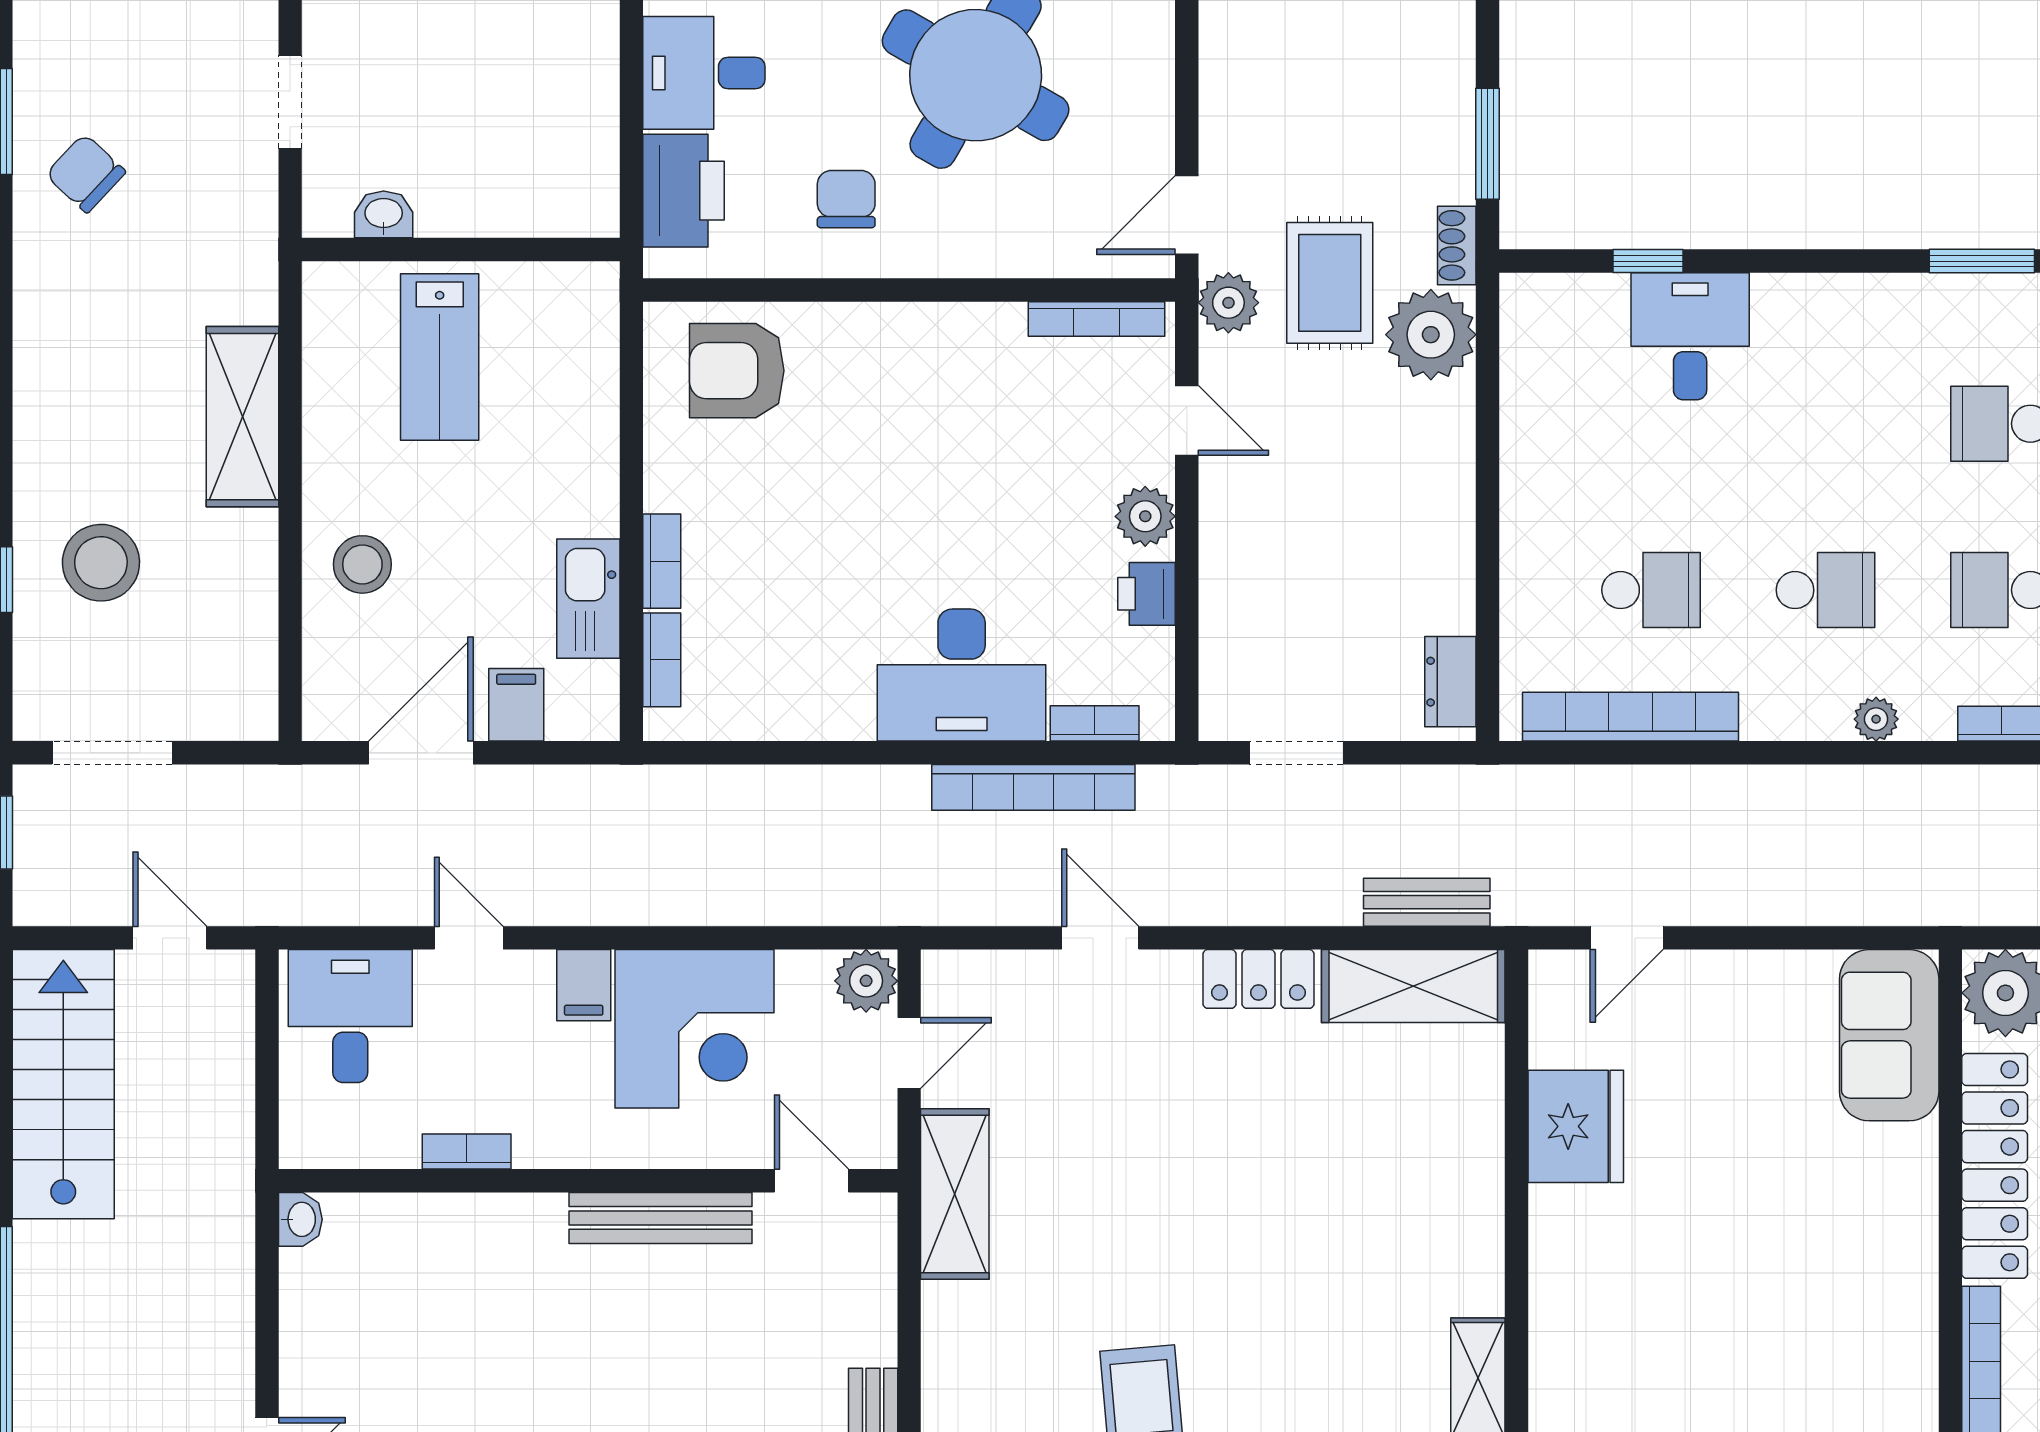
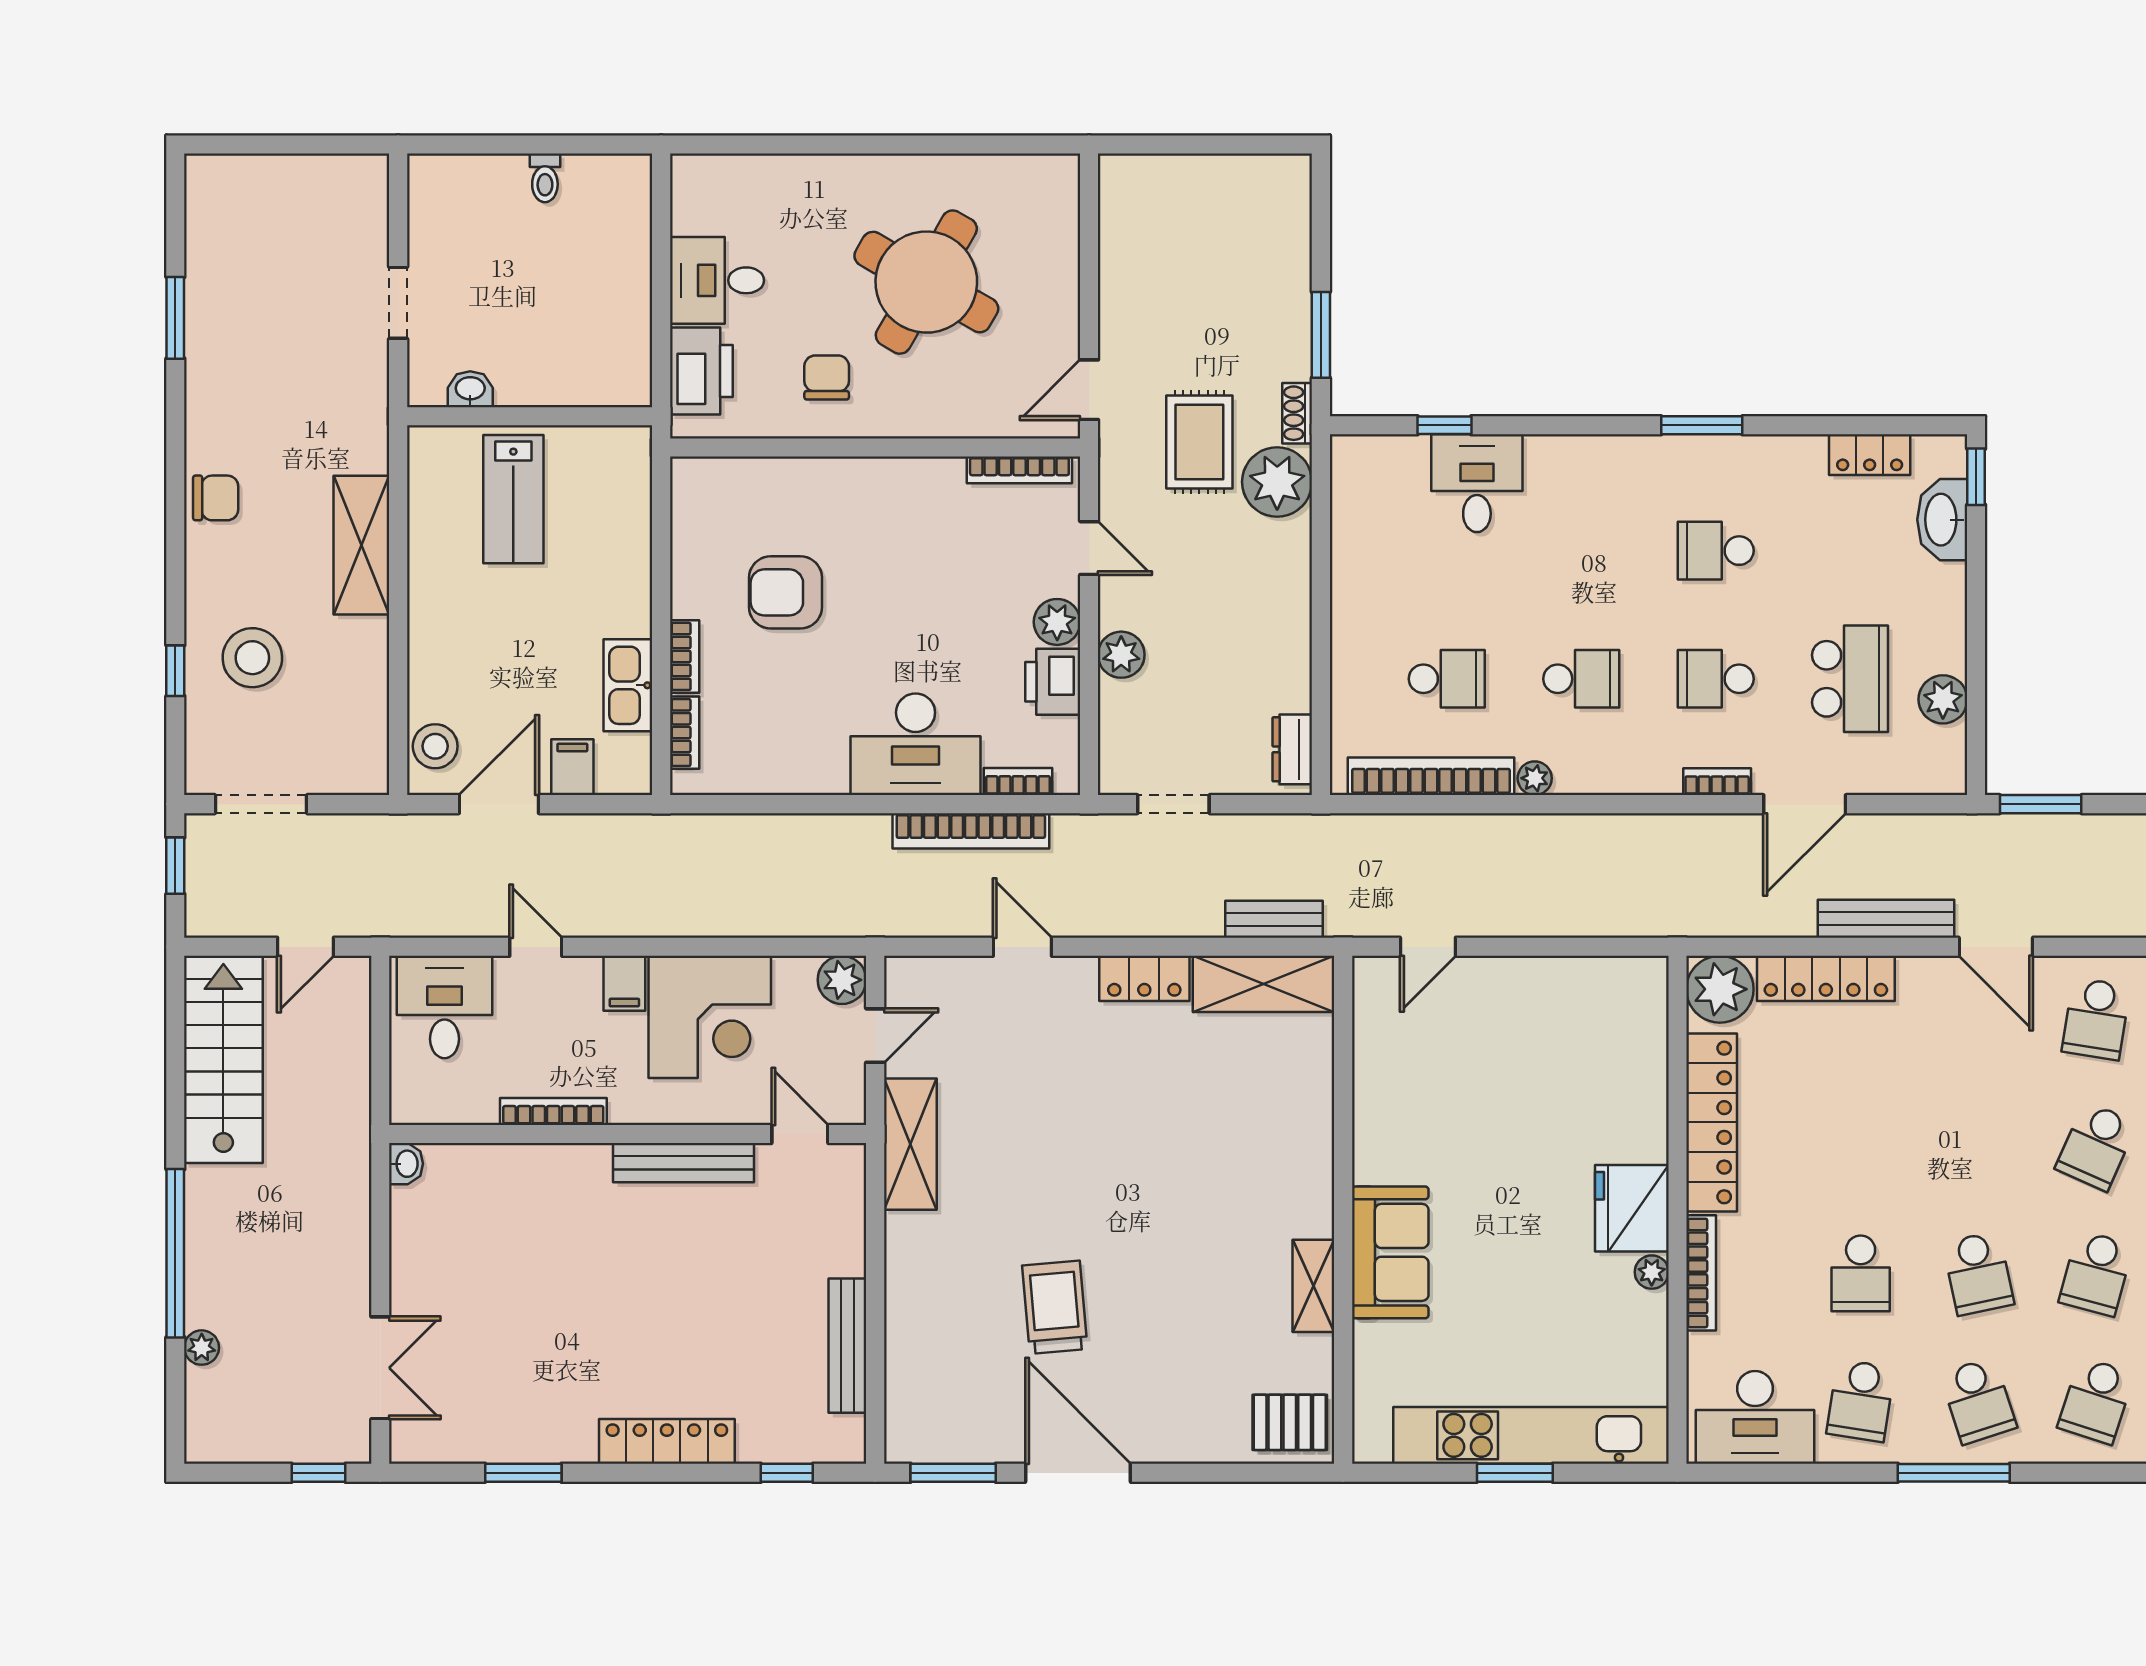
chair: (86, 173) -> (216, 498), moved, turned 137
plant: (1228, 303) -> (1121, 655), moved
armchair: (737, 371) -> (786, 592), moved
stool: (362, 564) -> (435, 746), moved
printer: (1147, 594) -> (1053, 682), width x1.36, depth x1.24
plant: (1876, 719) -> (1535, 778), moved
door: (170, 938) -> (305, 947), swing flipped
sofa: (1889, 1035) -> (1390, 1252), moved, turned 180
fridge: (1576, 1126) -> (1632, 1208), moved, turned 180
bookcase: (467, 1152) -> (553, 1111), width x1.56
plant: (1917, 1360) -> (1652, 1272), added

